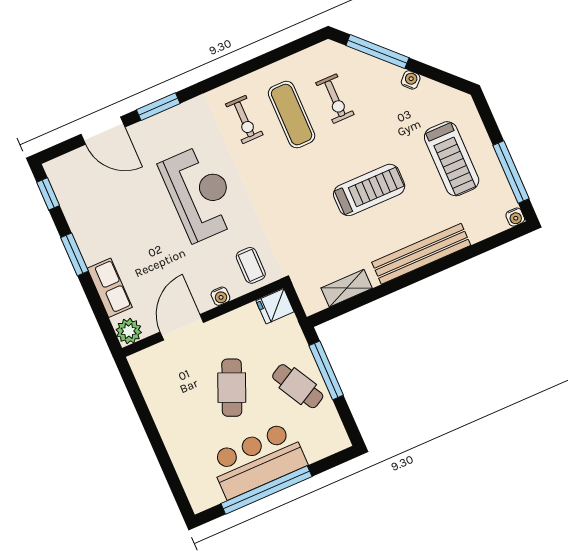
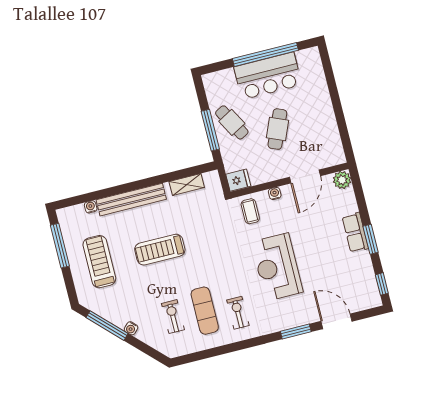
window: (377, 52) -> (107, 326), moved
water cooler: (411, 80) -> (131, 328), moved
water cooler: (515, 217) -> (91, 207), moved
row of seats: (110, 288) -> (355, 233), moved

